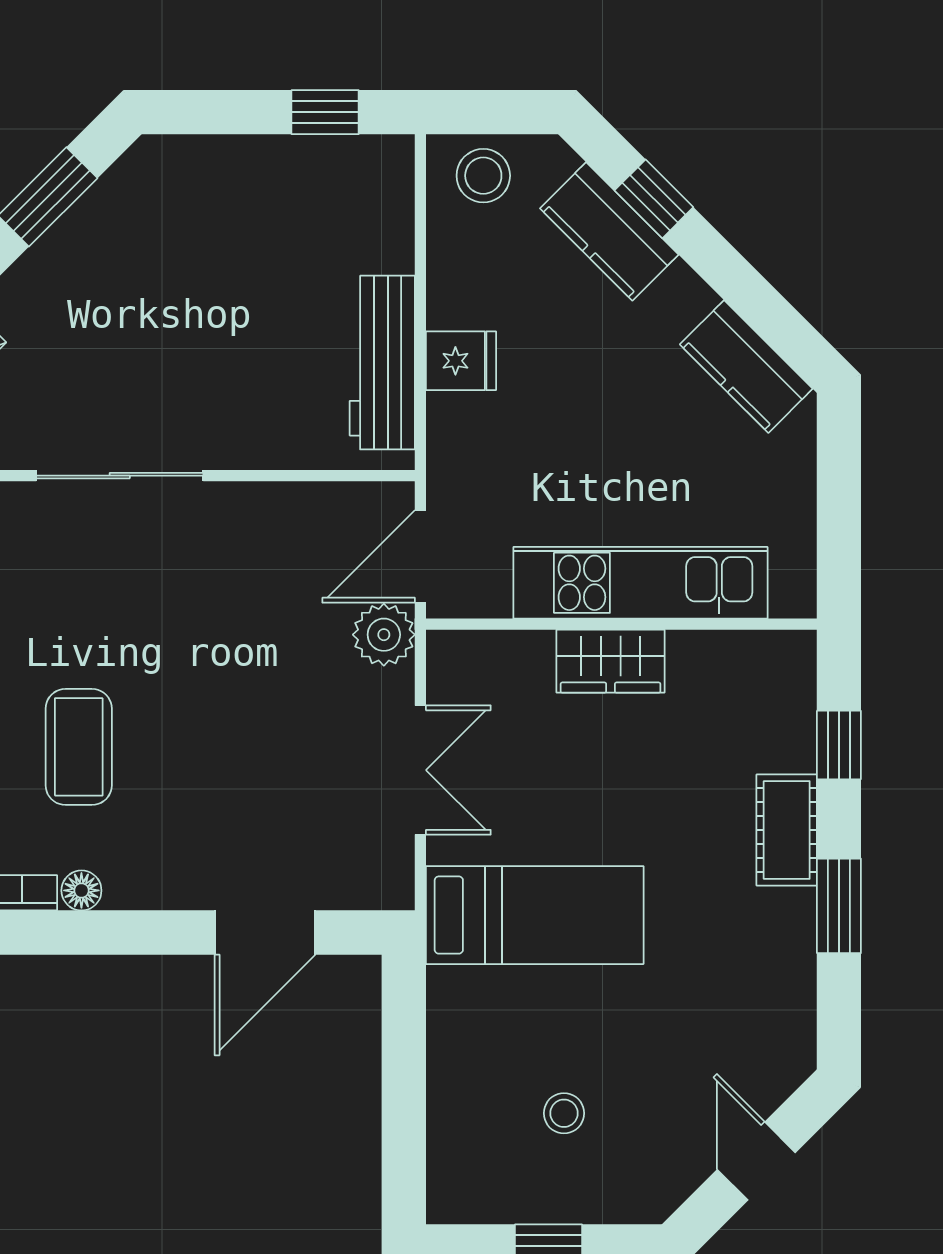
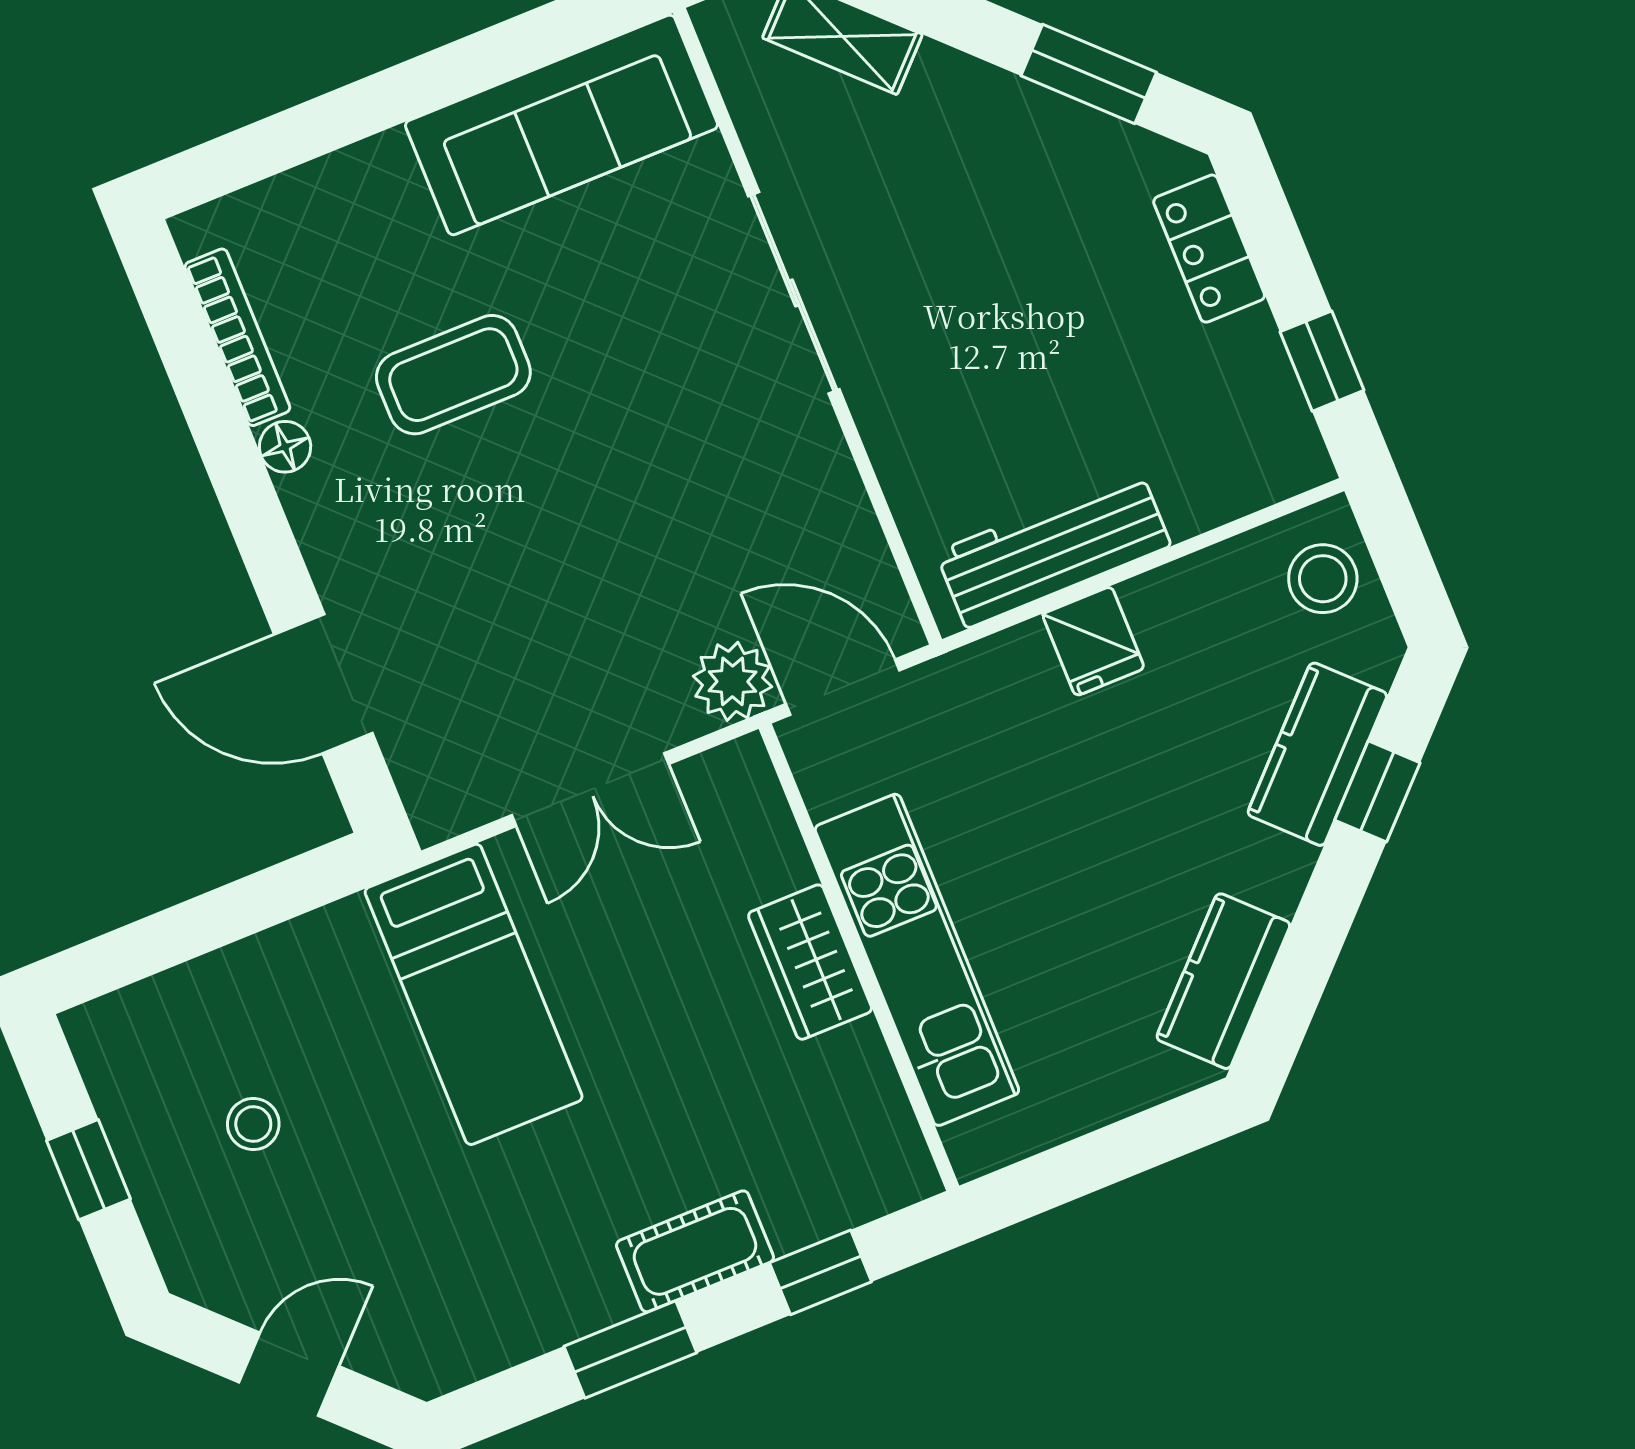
locker: (210, 161) -> (1209, 249), added

